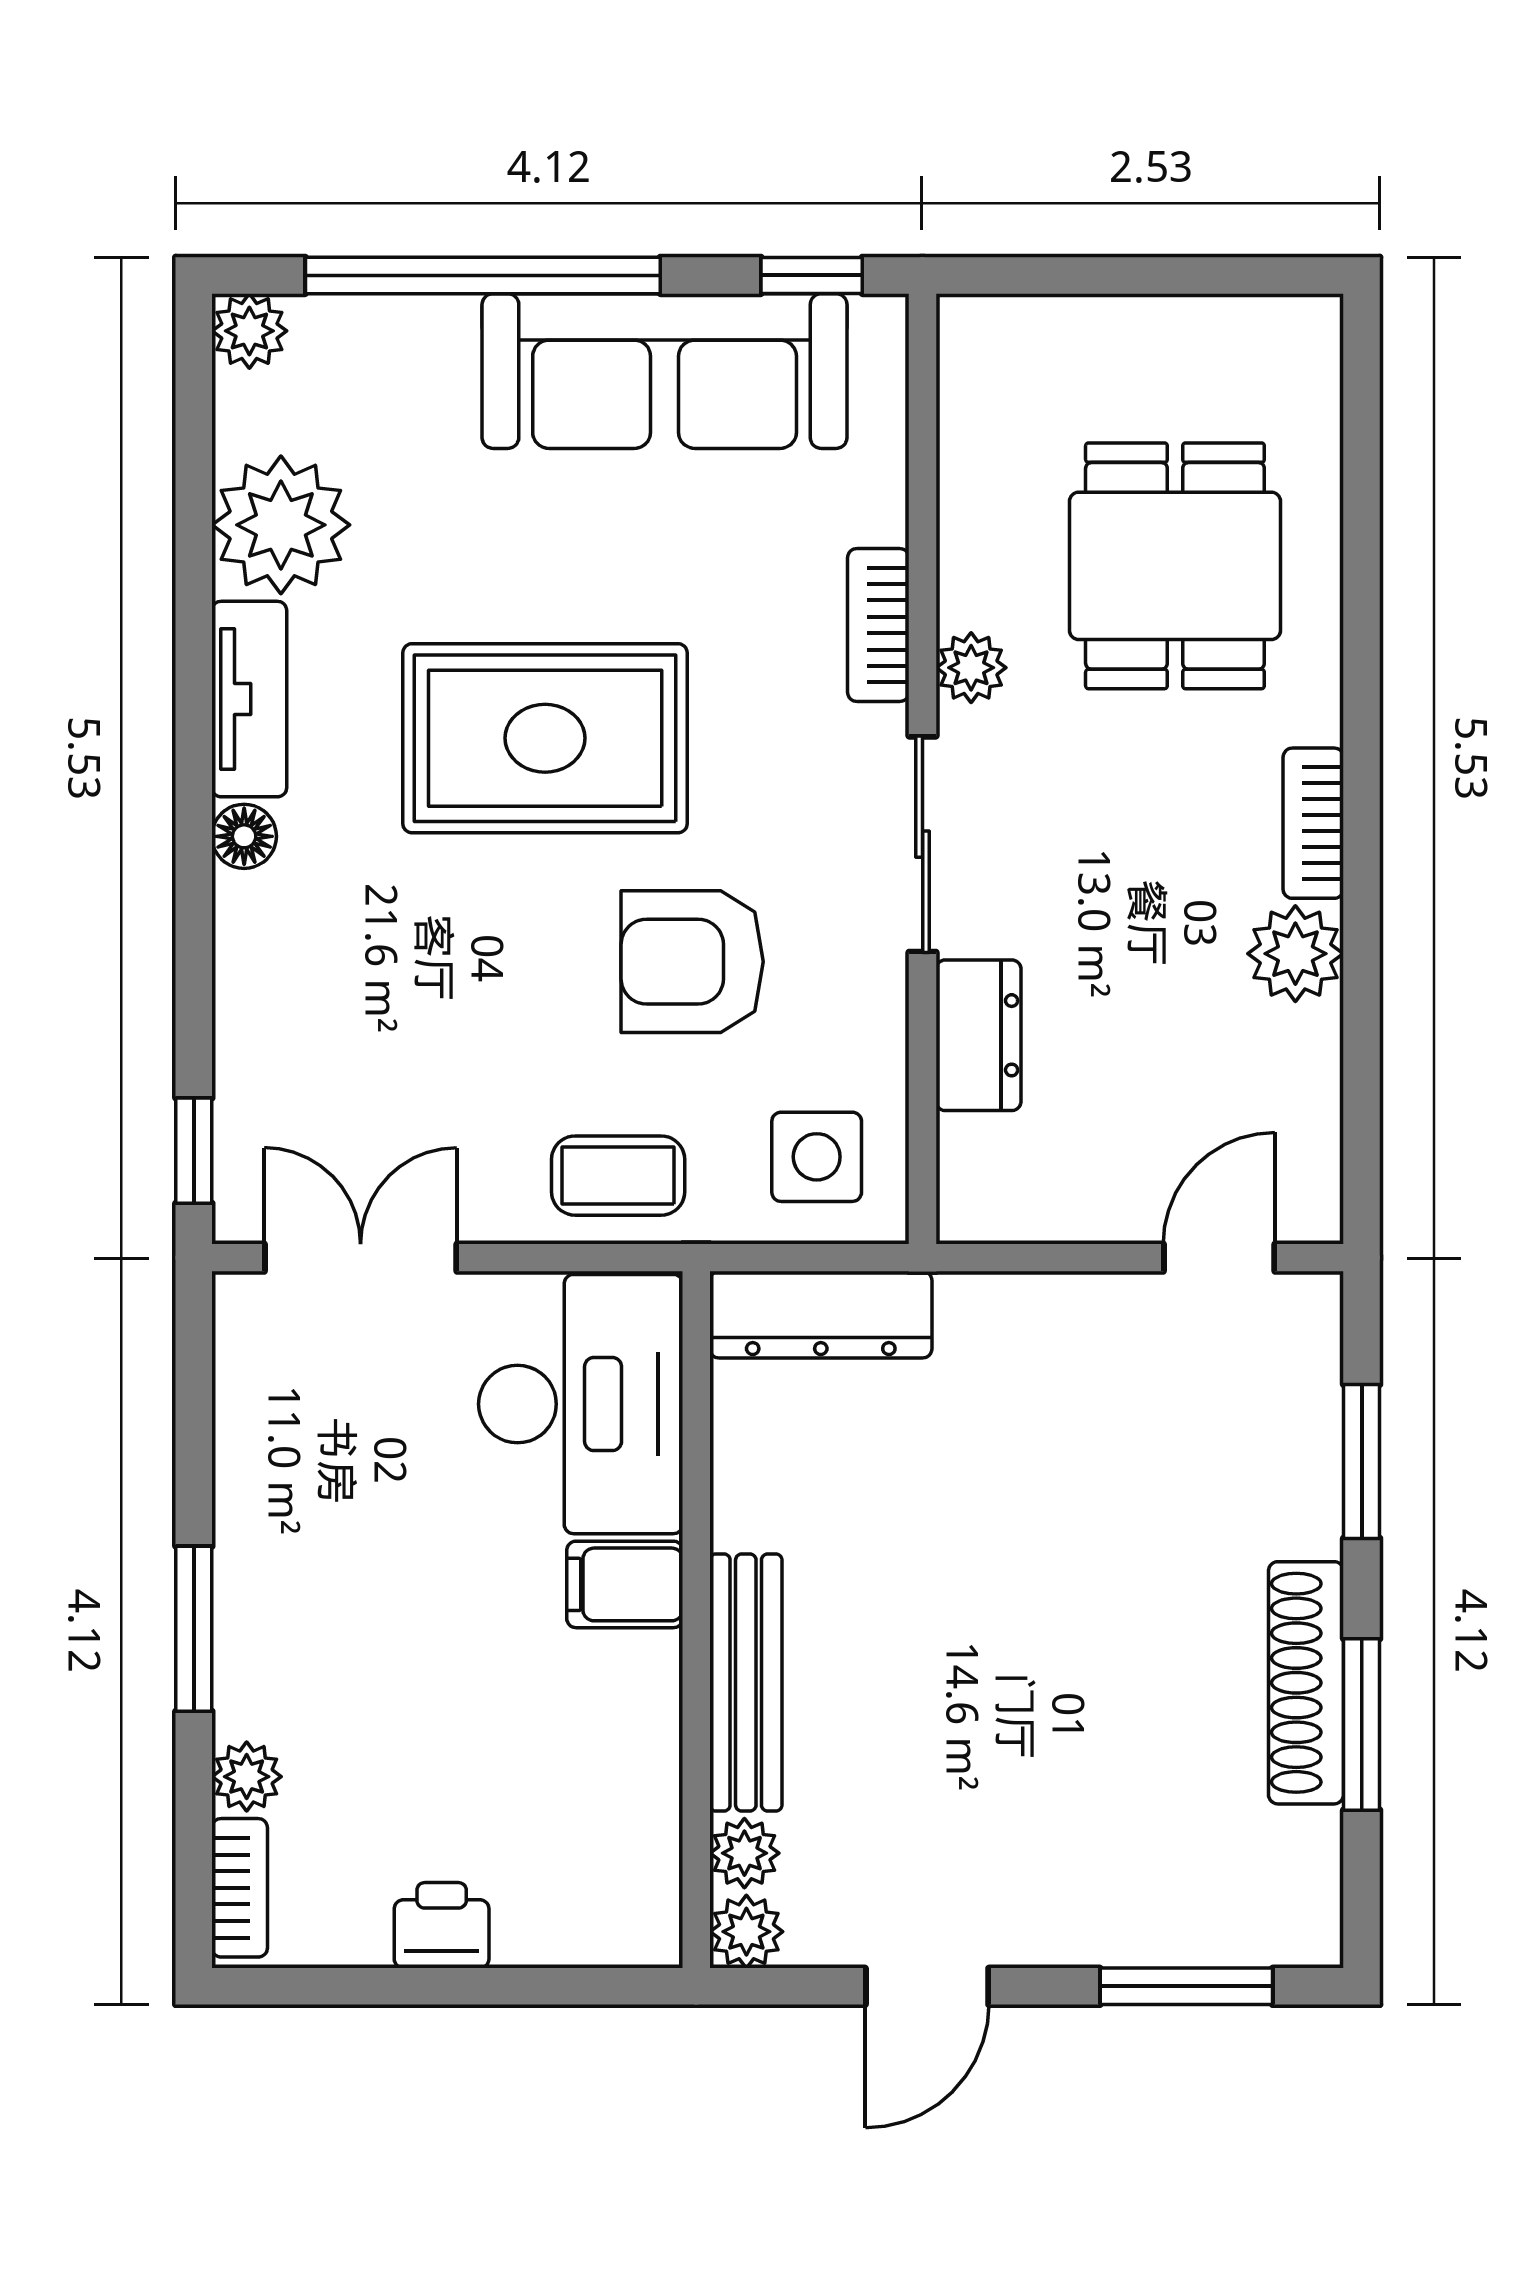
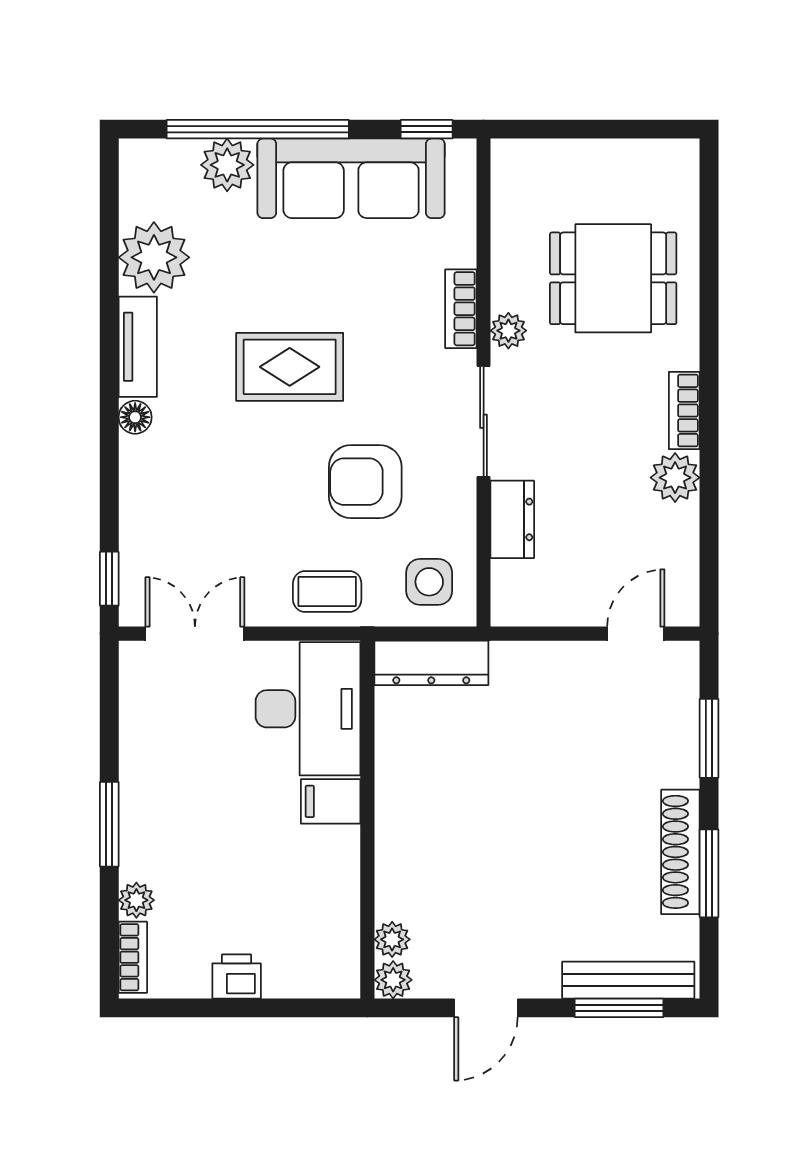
plant: (249, 331) -> (227, 165), moved, width x1.38, depth x1.38
dining table: (1175, 566) -> (613, 278), turned 90
rug: (545, 738) -> (290, 367), width x0.73, depth x0.70
bench: (746, 1683) -> (628, 980), moved, turned 90

